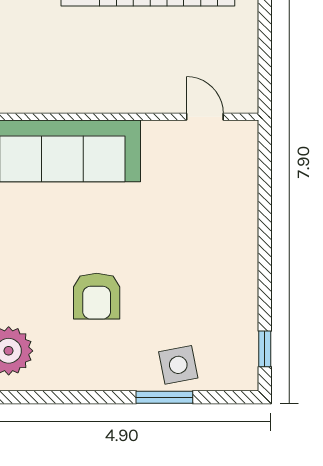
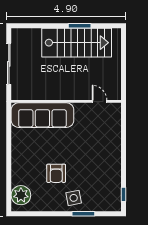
side table: (178, 365) -> (74, 198), moved

